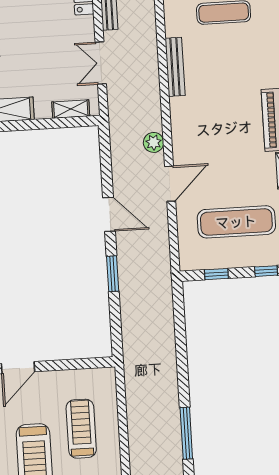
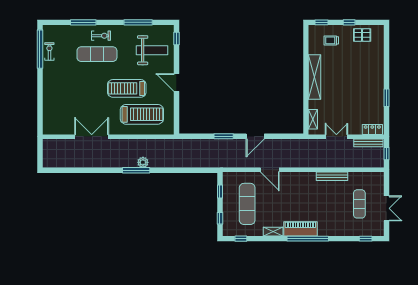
plant: (154, 142) -> (143, 162), moved
treadmill: (81, 429) -> (142, 114), width x1.37, depth x1.38

